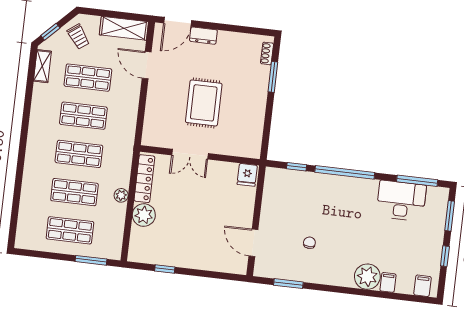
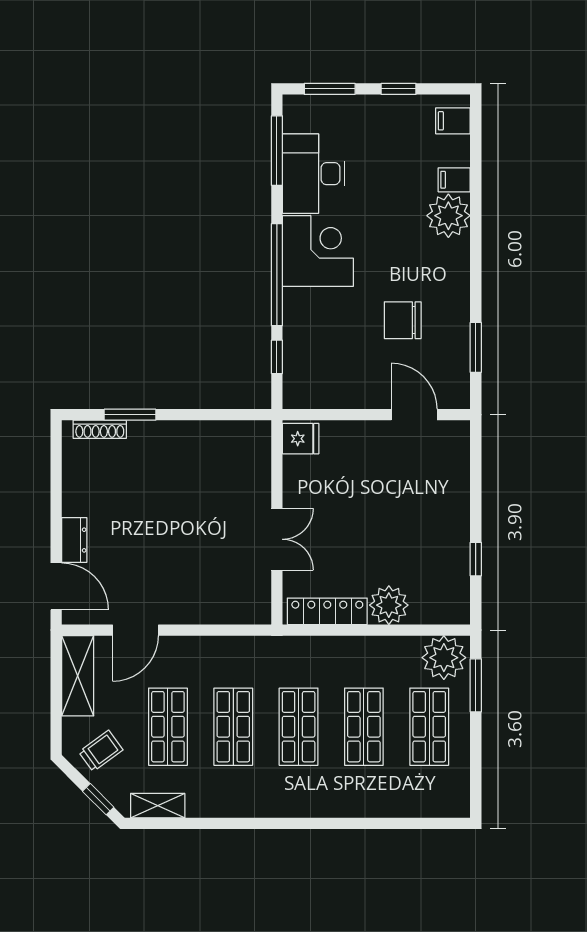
shoe rack: (267, 53) -> (100, 429), width x1.43
rug: (204, 103) -> (188, 526), removed
plant: (121, 195) -> (444, 658), moved, width x1.87, depth x1.87
corner desk: (356, 198) -> (318, 251), added
door: (253, 243) -> (414, 415), swing flipped
chair: (309, 243) -> (403, 320), width x1.87, depth x1.87

